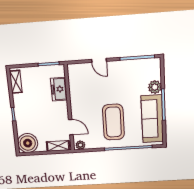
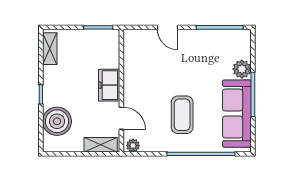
freezer: (59, 89) -> (109, 85), moved
coffee table: (113, 122) -> (182, 115), width x0.73, depth x0.76
boiler: (28, 143) -> (57, 121), moved

